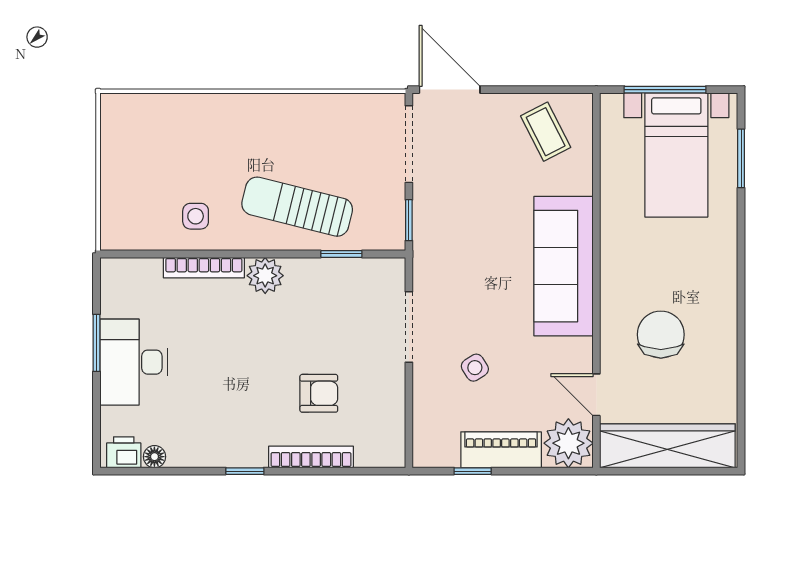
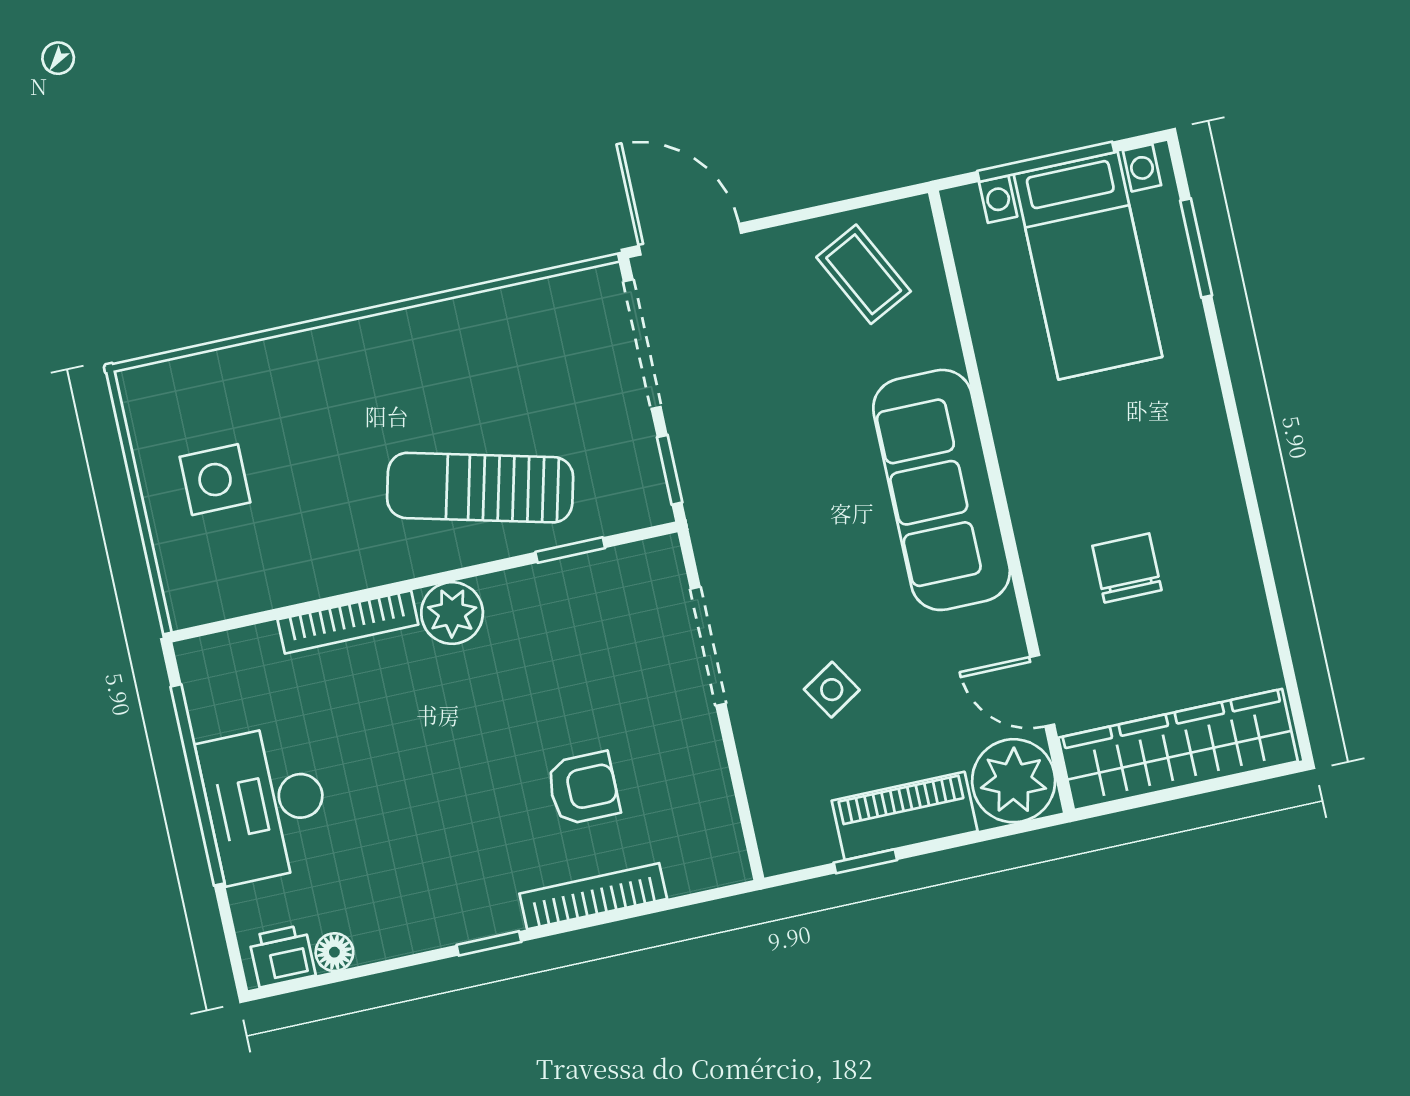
side table: (196, 216) -> (215, 480), moved, width x1.37, depth x1.37
chair: (661, 335) -> (1127, 568), width x0.73, depth x0.73
window: (96, 343) -> (198, 785), width x2.11

